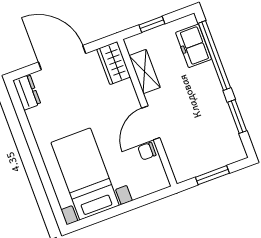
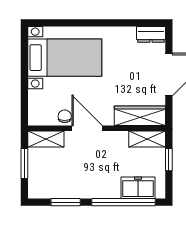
wardrobe: (114, 63) -> (140, 116), width x1.50
shelving: (145, 72) -> (147, 139), moved
shelving: (178, 162) -> (46, 139), added

